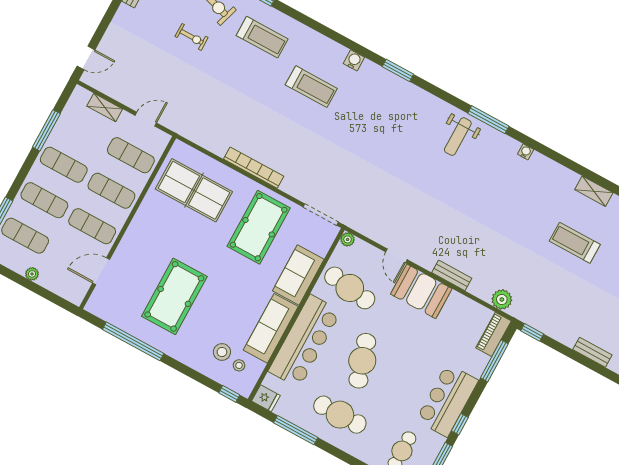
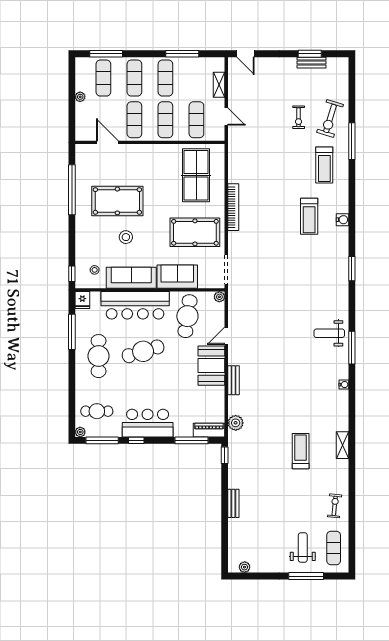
water cooler: (354, 60) -> (342, 220), moved
stool: (222, 352) -> (126, 237), moved

